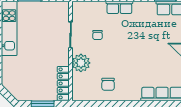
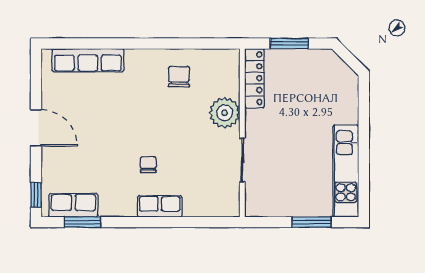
chair: (98, 35) -> (148, 165), moved

